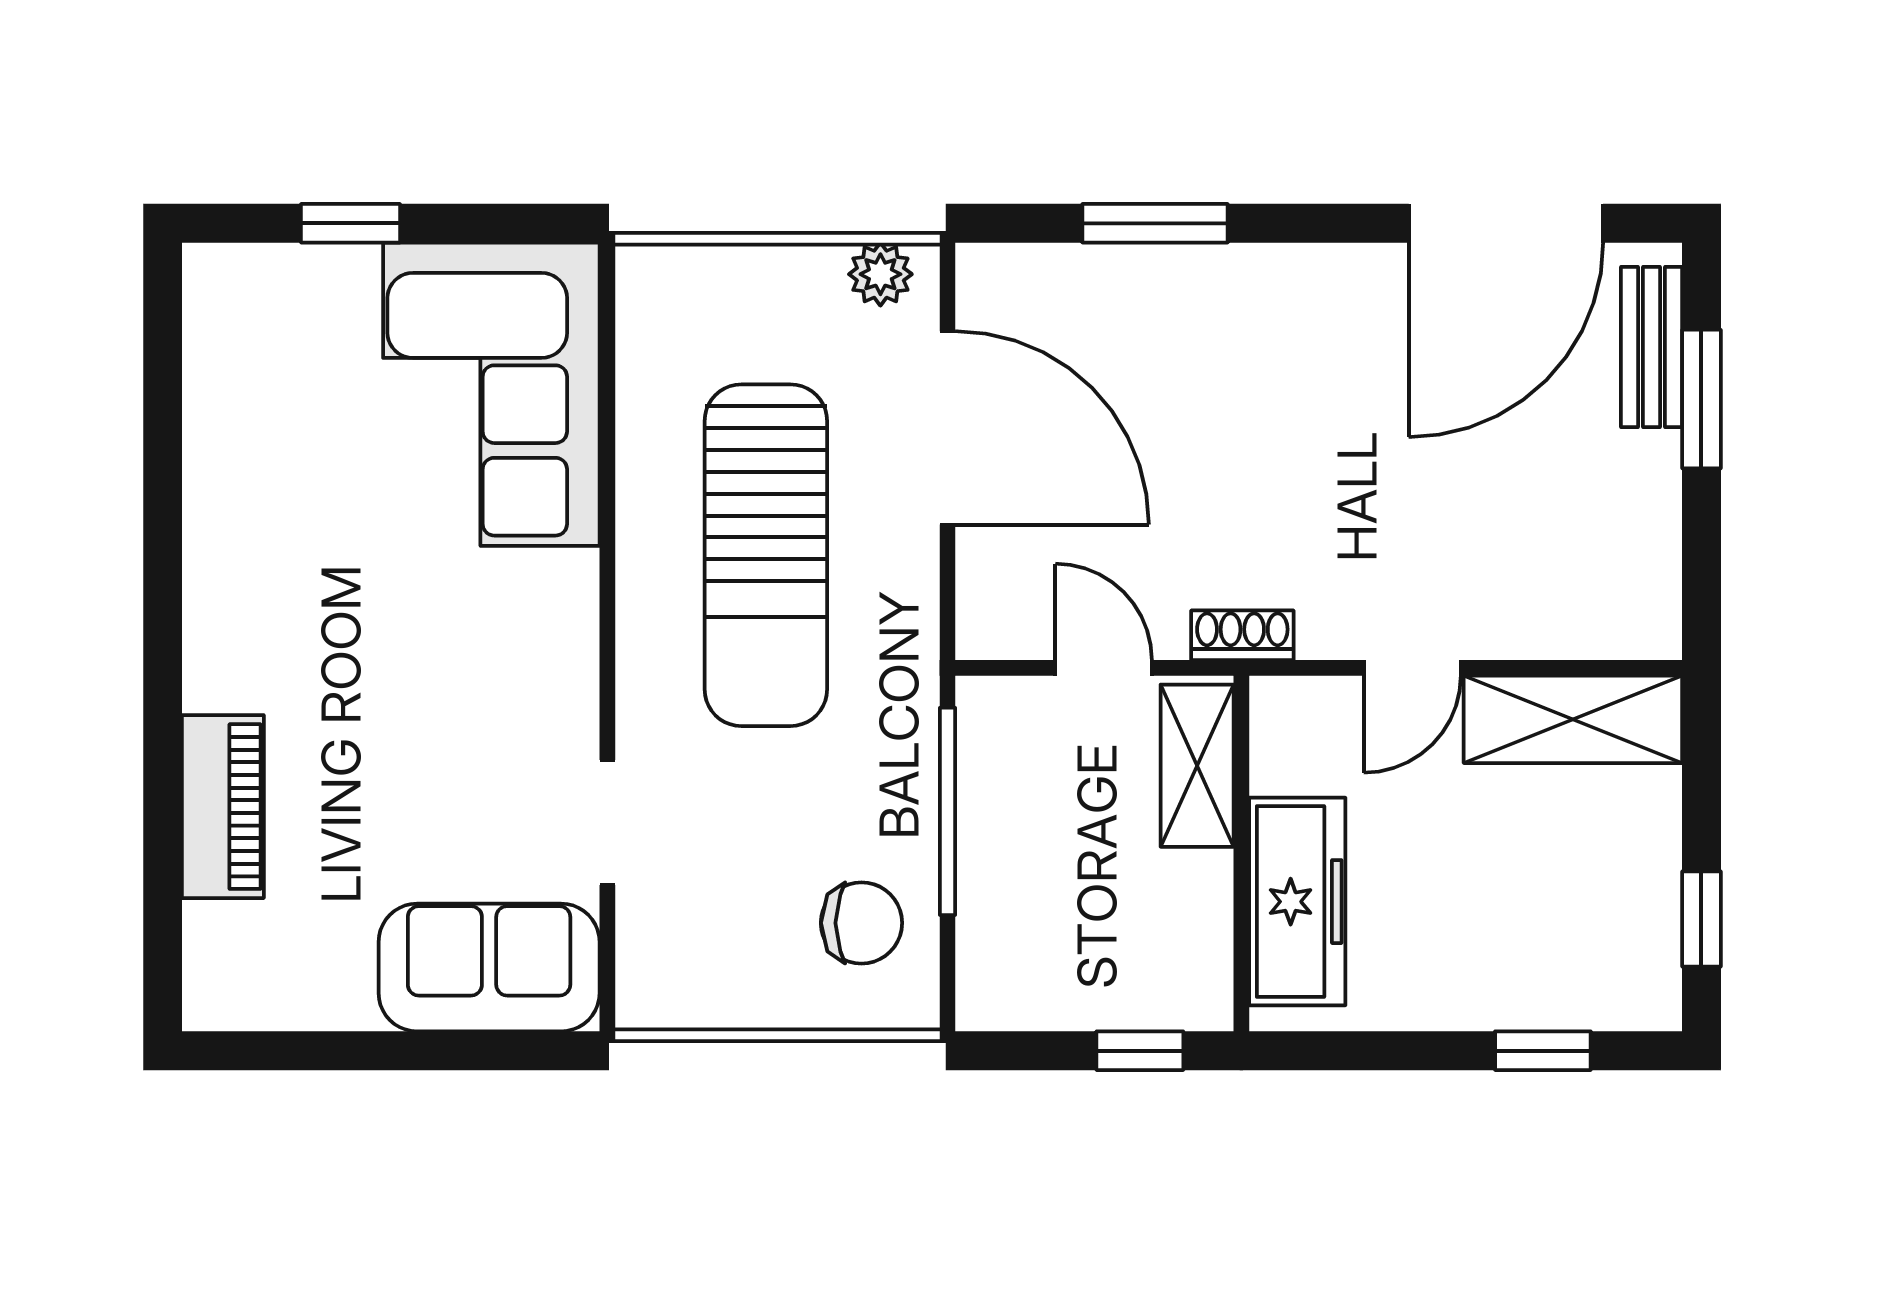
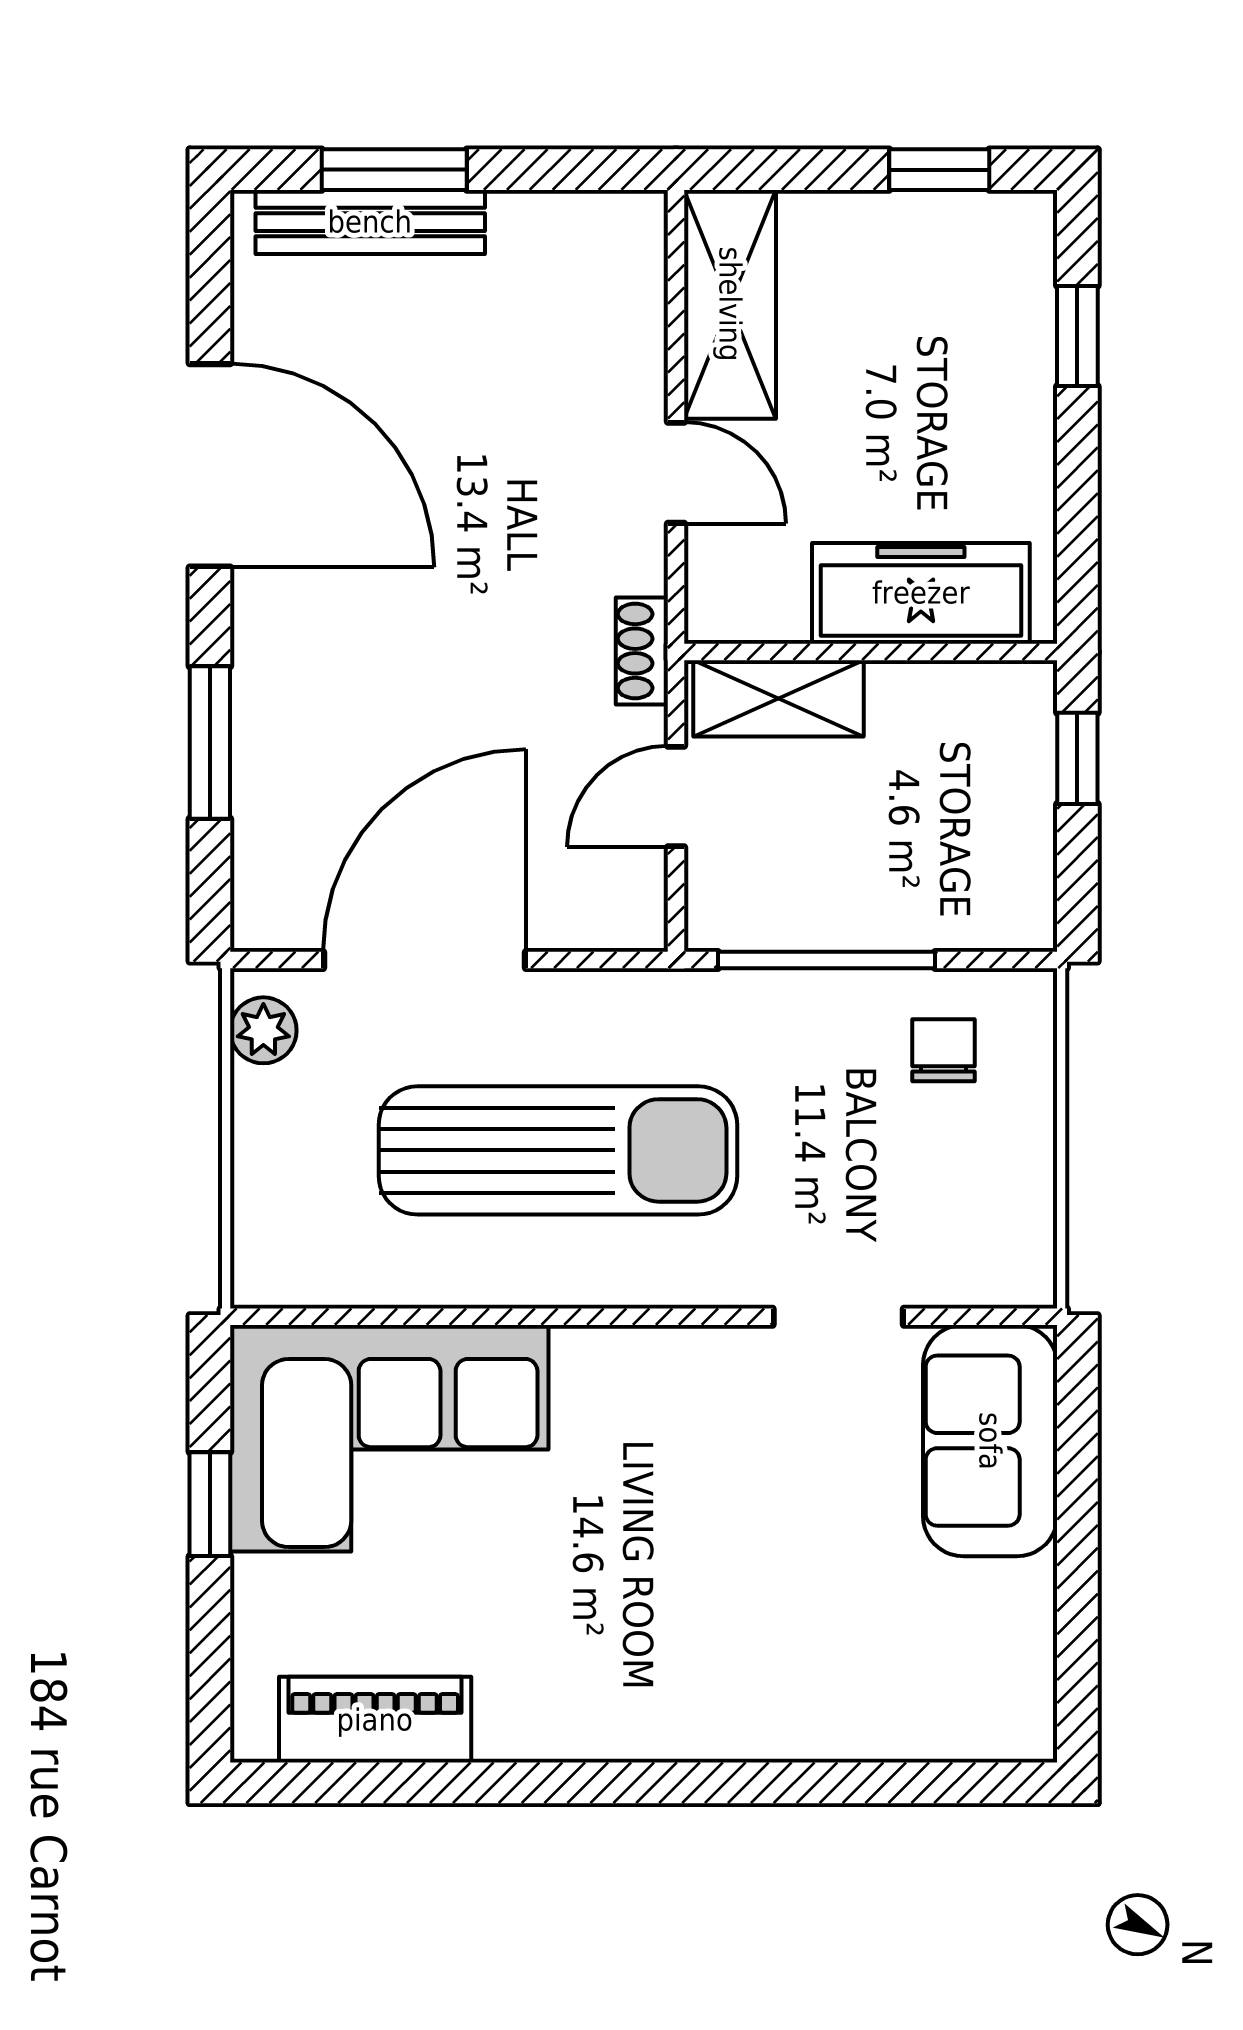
window: (350, 223) -> (210, 1504), moved
door: (1506, 223) -> (210, 465), moved
bench: (1652, 347) -> (370, 222), width x1.36
piano: (223, 807) -> (375, 1720), moved
chair: (861, 923) -> (943, 1050), width x0.73, depth x0.73

